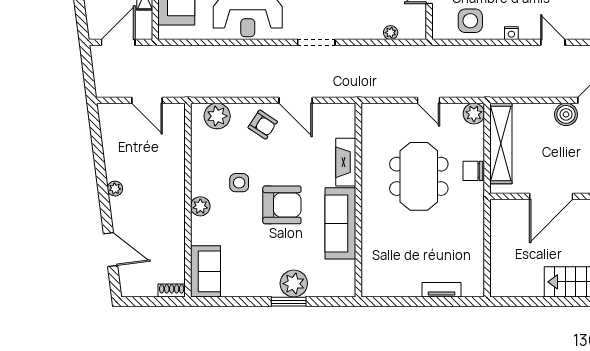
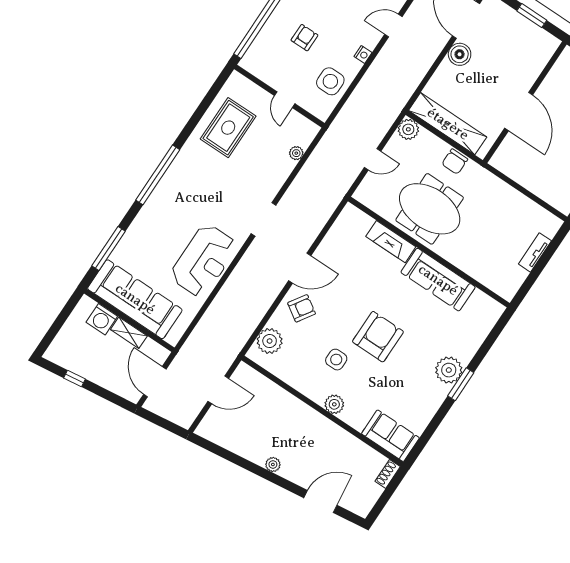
fireplace: (346, 162) -> (391, 242), moved
wall: (358, 200) -> (429, 252), moved
sofa: (340, 223) -> (438, 280), moved

